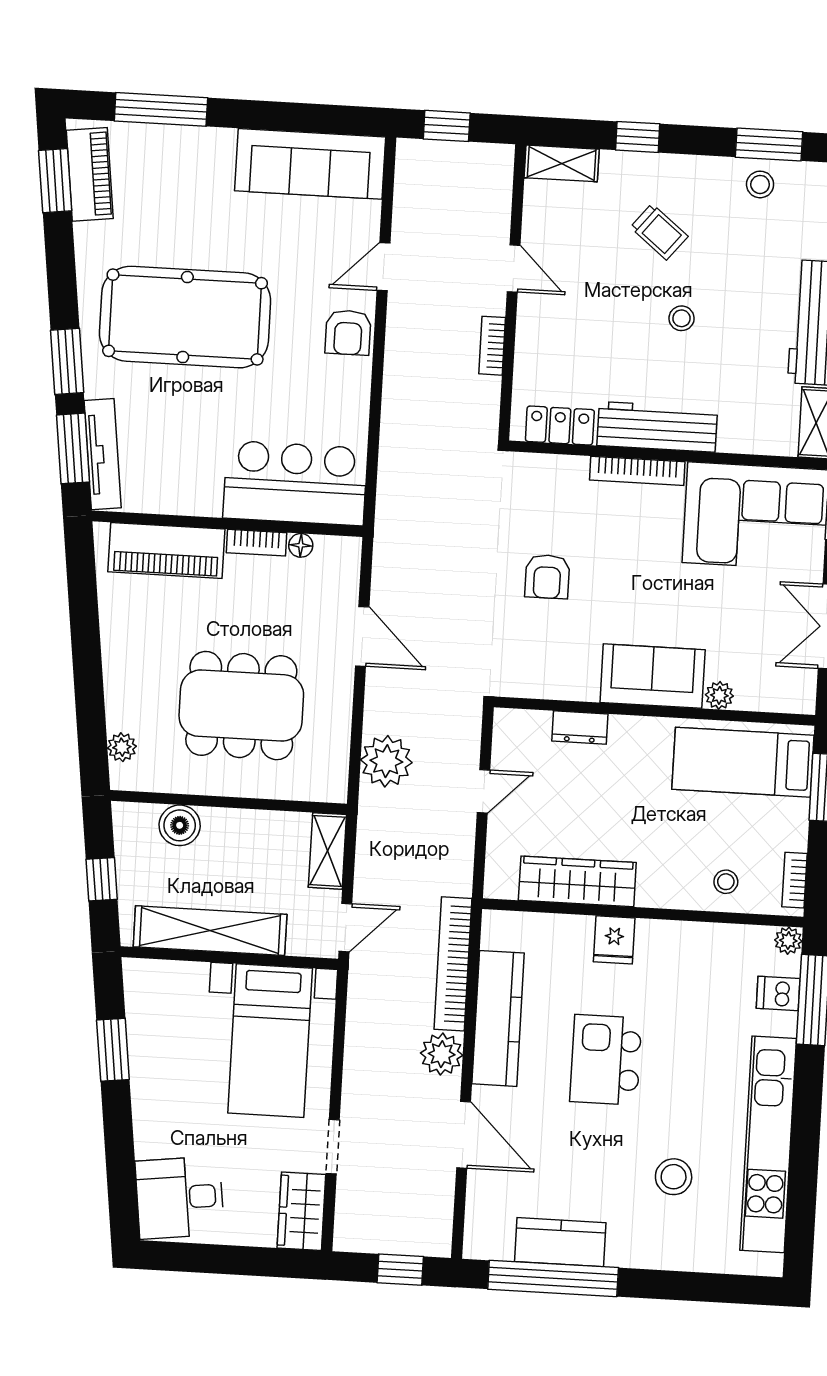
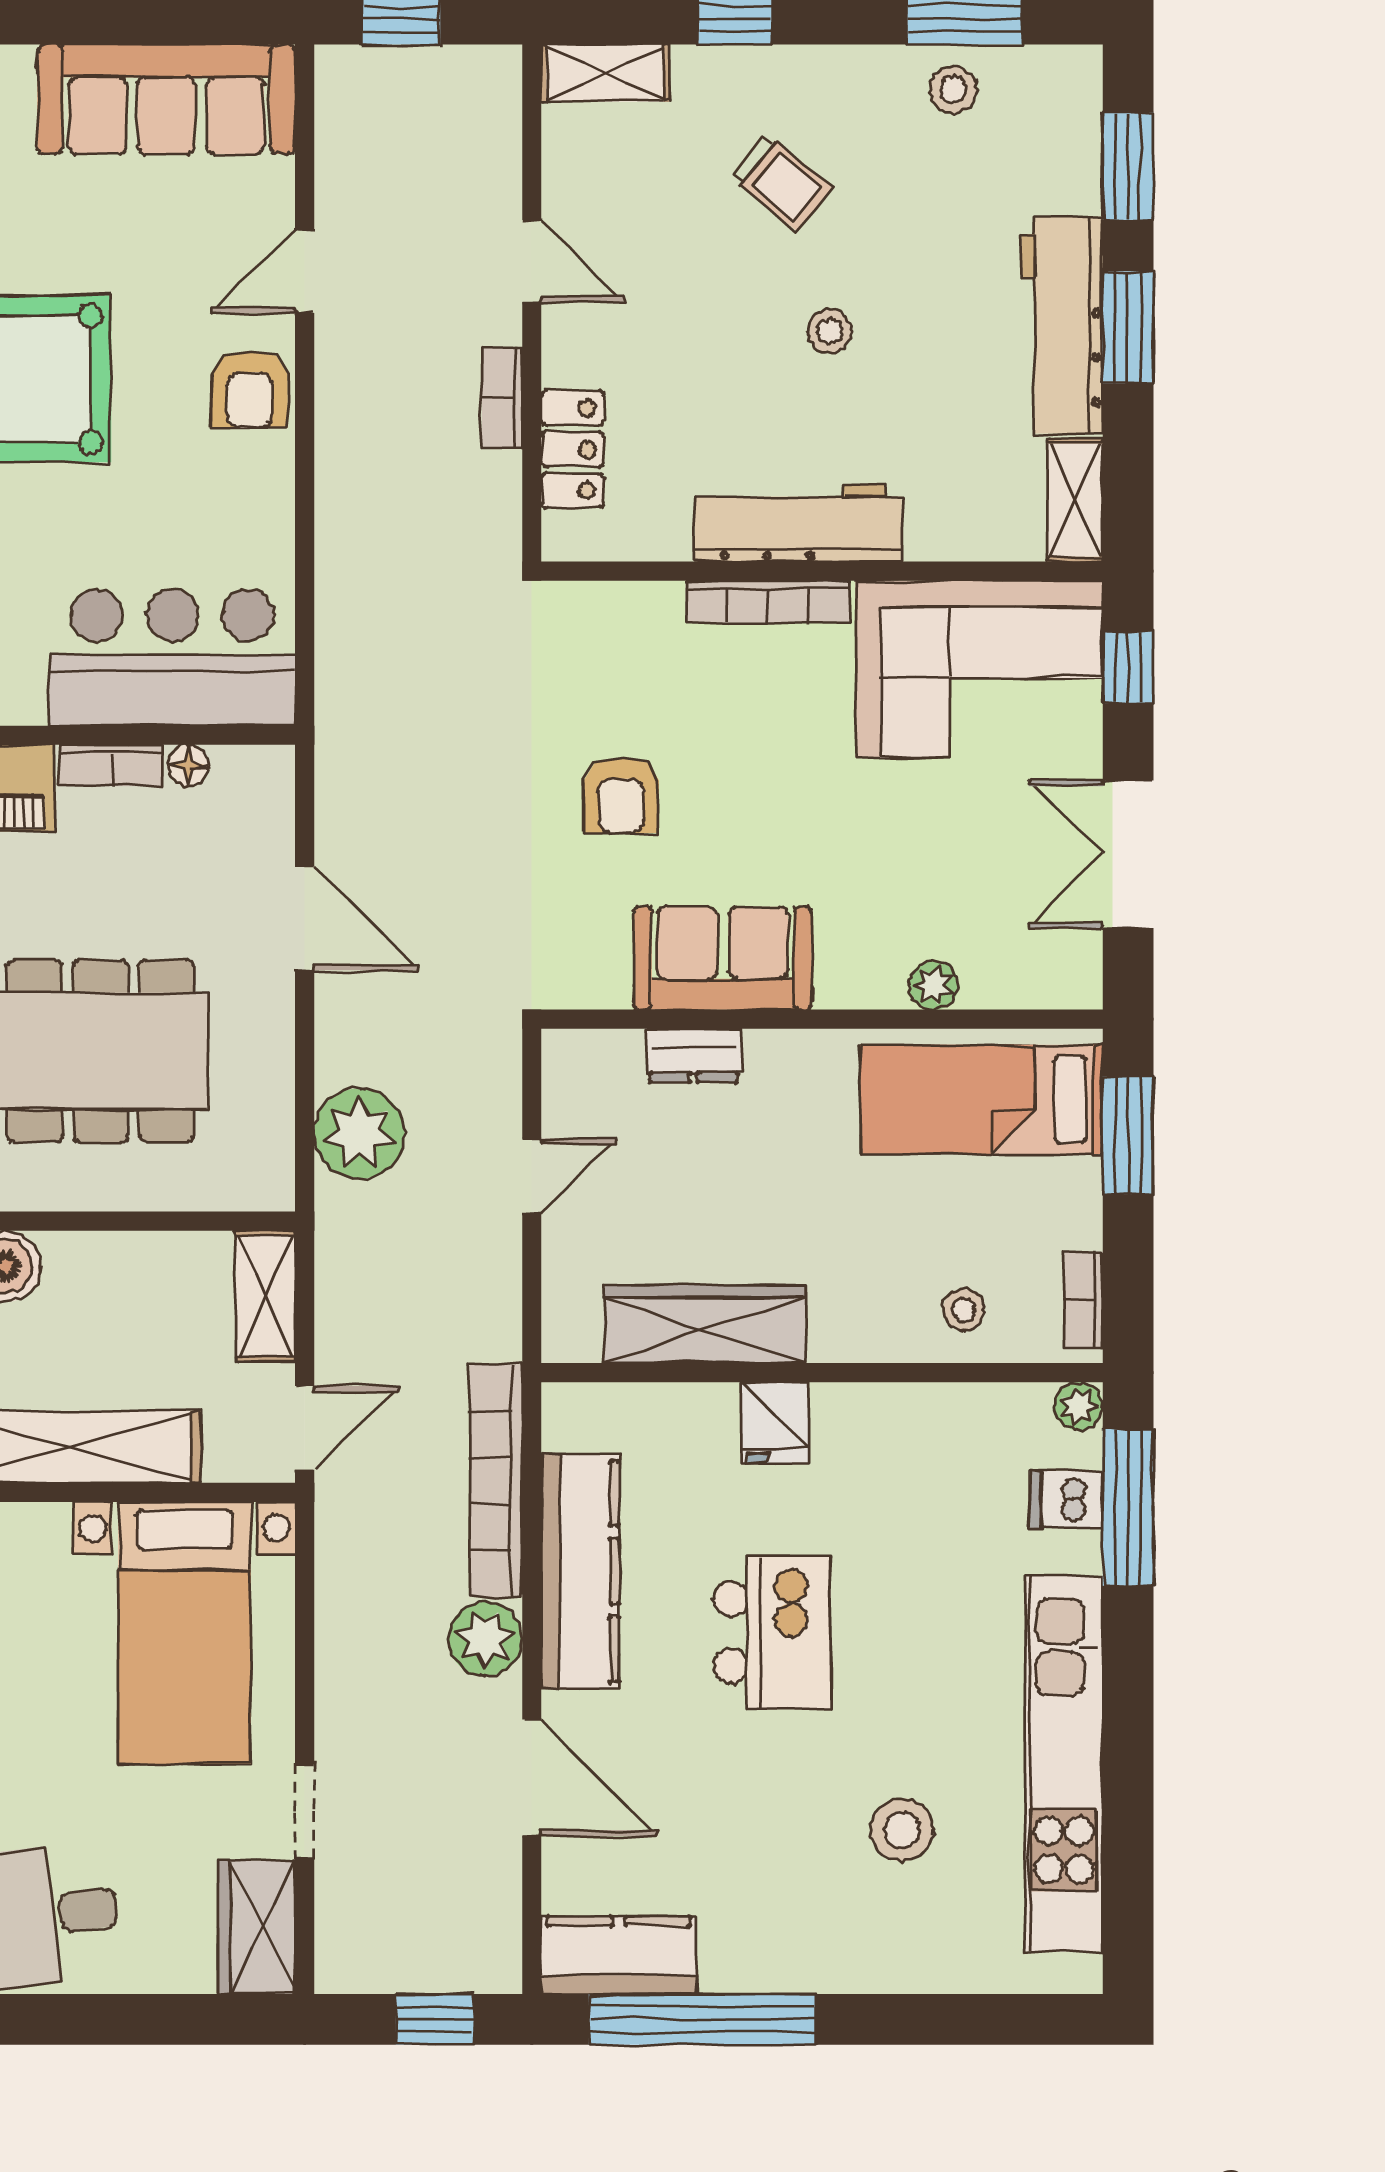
locker: (560, 426) -> (572, 449), moved, turned 90
sofa: (653, 676) -> (723, 958), moved
kitchen island: (606, 1060) -> (772, 1632), turned 180
kitchen counter: (560, 1242) -> (619, 1955), moved

